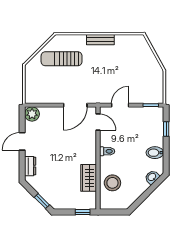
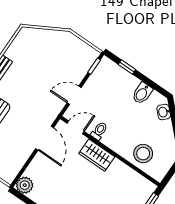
door: (120, 105) -> (74, 95), hinge flipped
toilet: (107, 151) -> (99, 131), moved
wardrobe: (89, 178) -> (97, 155), moved

